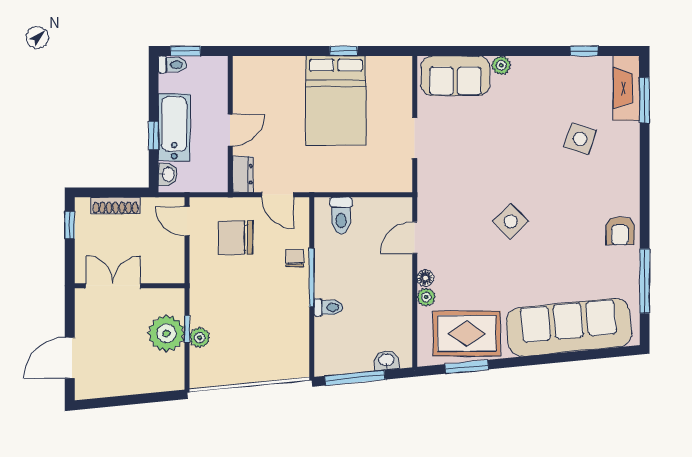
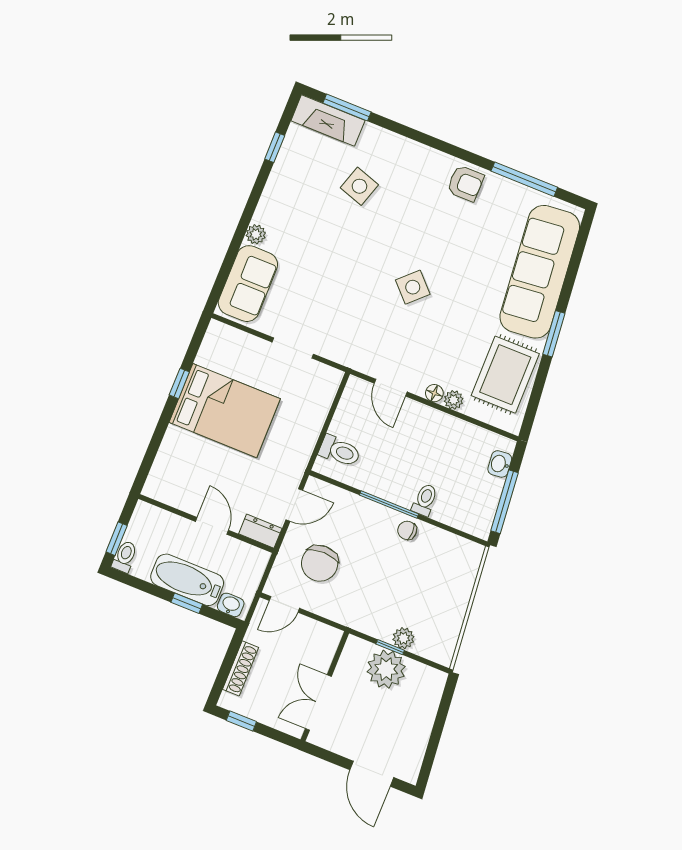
chair: (295, 258) -> (407, 530), moved
window: (467, 367) -> (554, 334), moved

